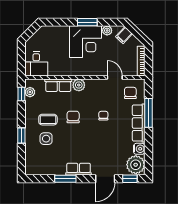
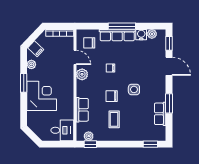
corner desk: (86, 42) -> (42, 96), moved
door: (115, 77) -> (75, 57), swing flipped
plant: (79, 85) -> (82, 74), moved
window: (148, 113) -> (122, 26), moved
window: (21, 136) -> (150, 144), moved
side table: (46, 139) -> (134, 89), moved
plant: (136, 165) -> (152, 34), width x0.53, depth x0.53
row of seats: (79, 169) -> (160, 114), moved

